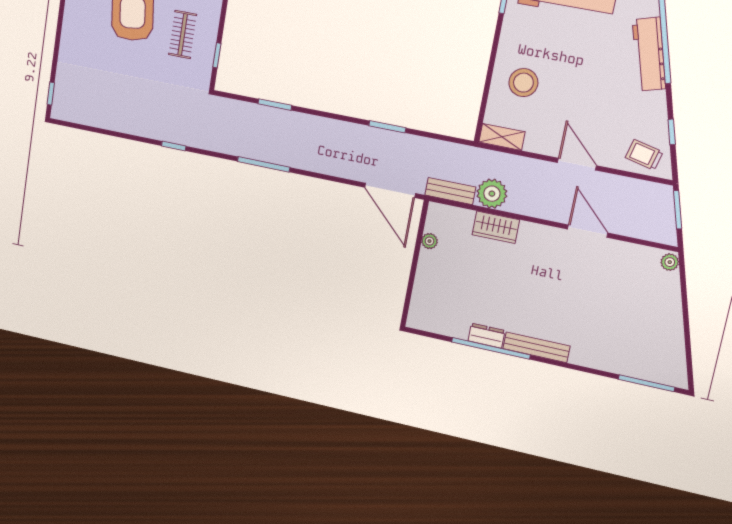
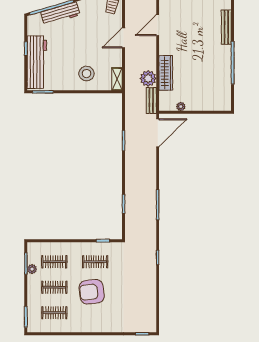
wardrobe: (496, 227) -> (166, 73), width x1.50
dresser: (486, 336) -> (226, 66), removed
bench: (536, 347) -> (226, 27), moved

